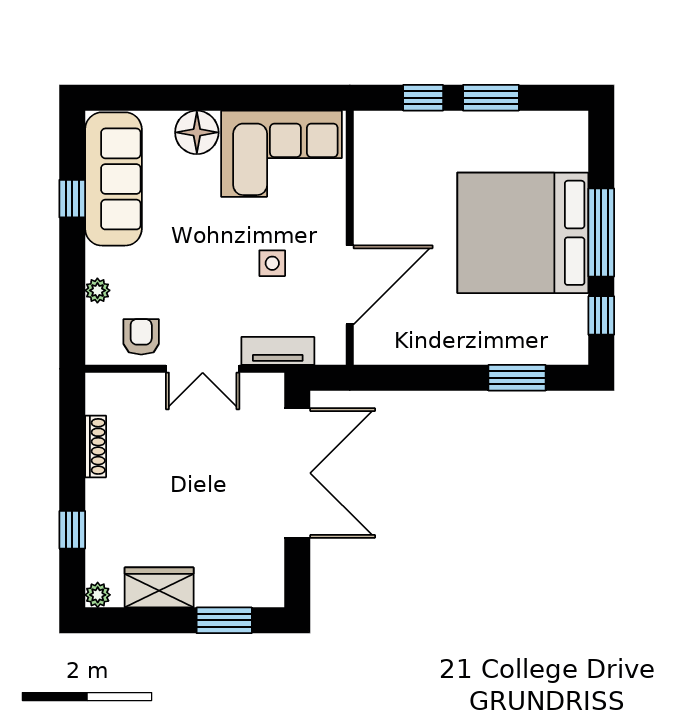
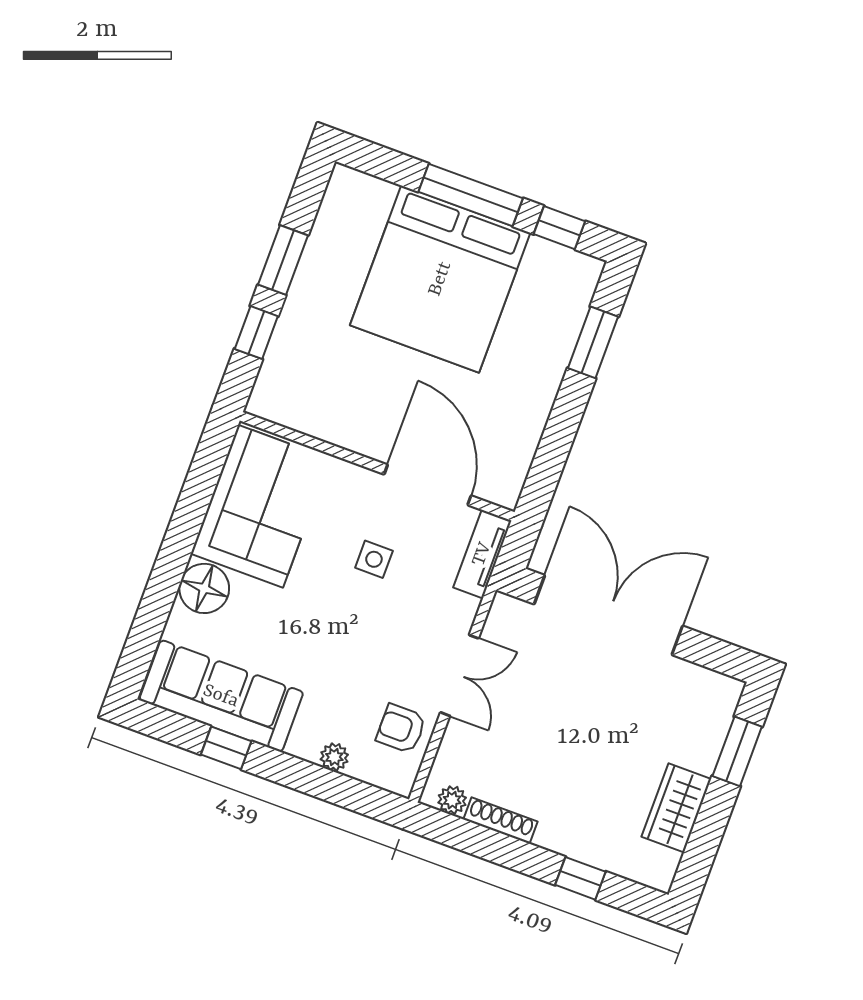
tv unit: (278, 351) -> (482, 554), moved
plant: (98, 595) -> (452, 800), moved

